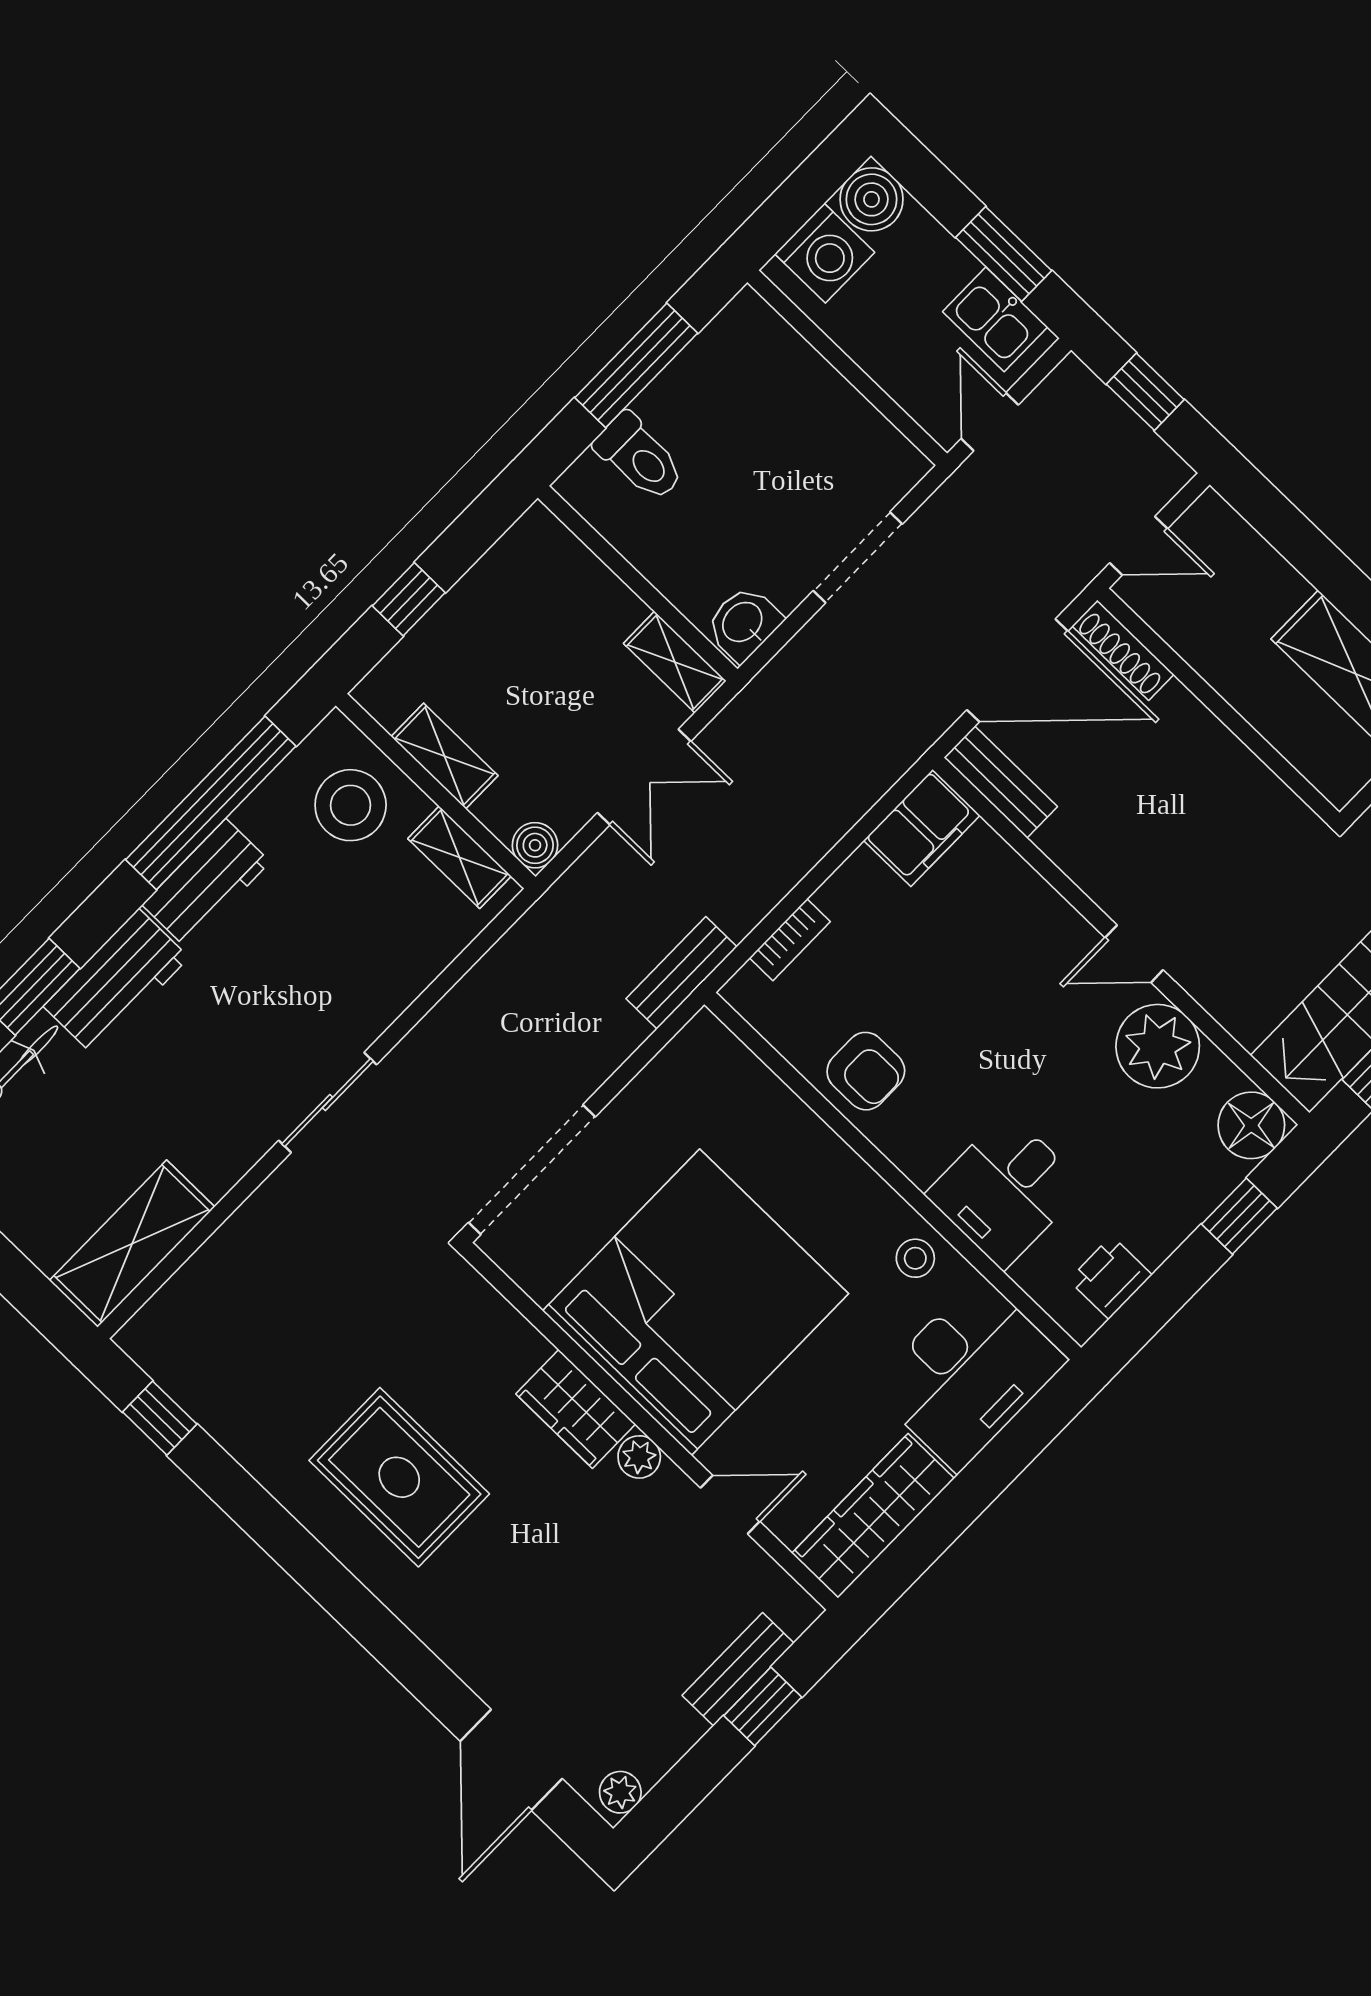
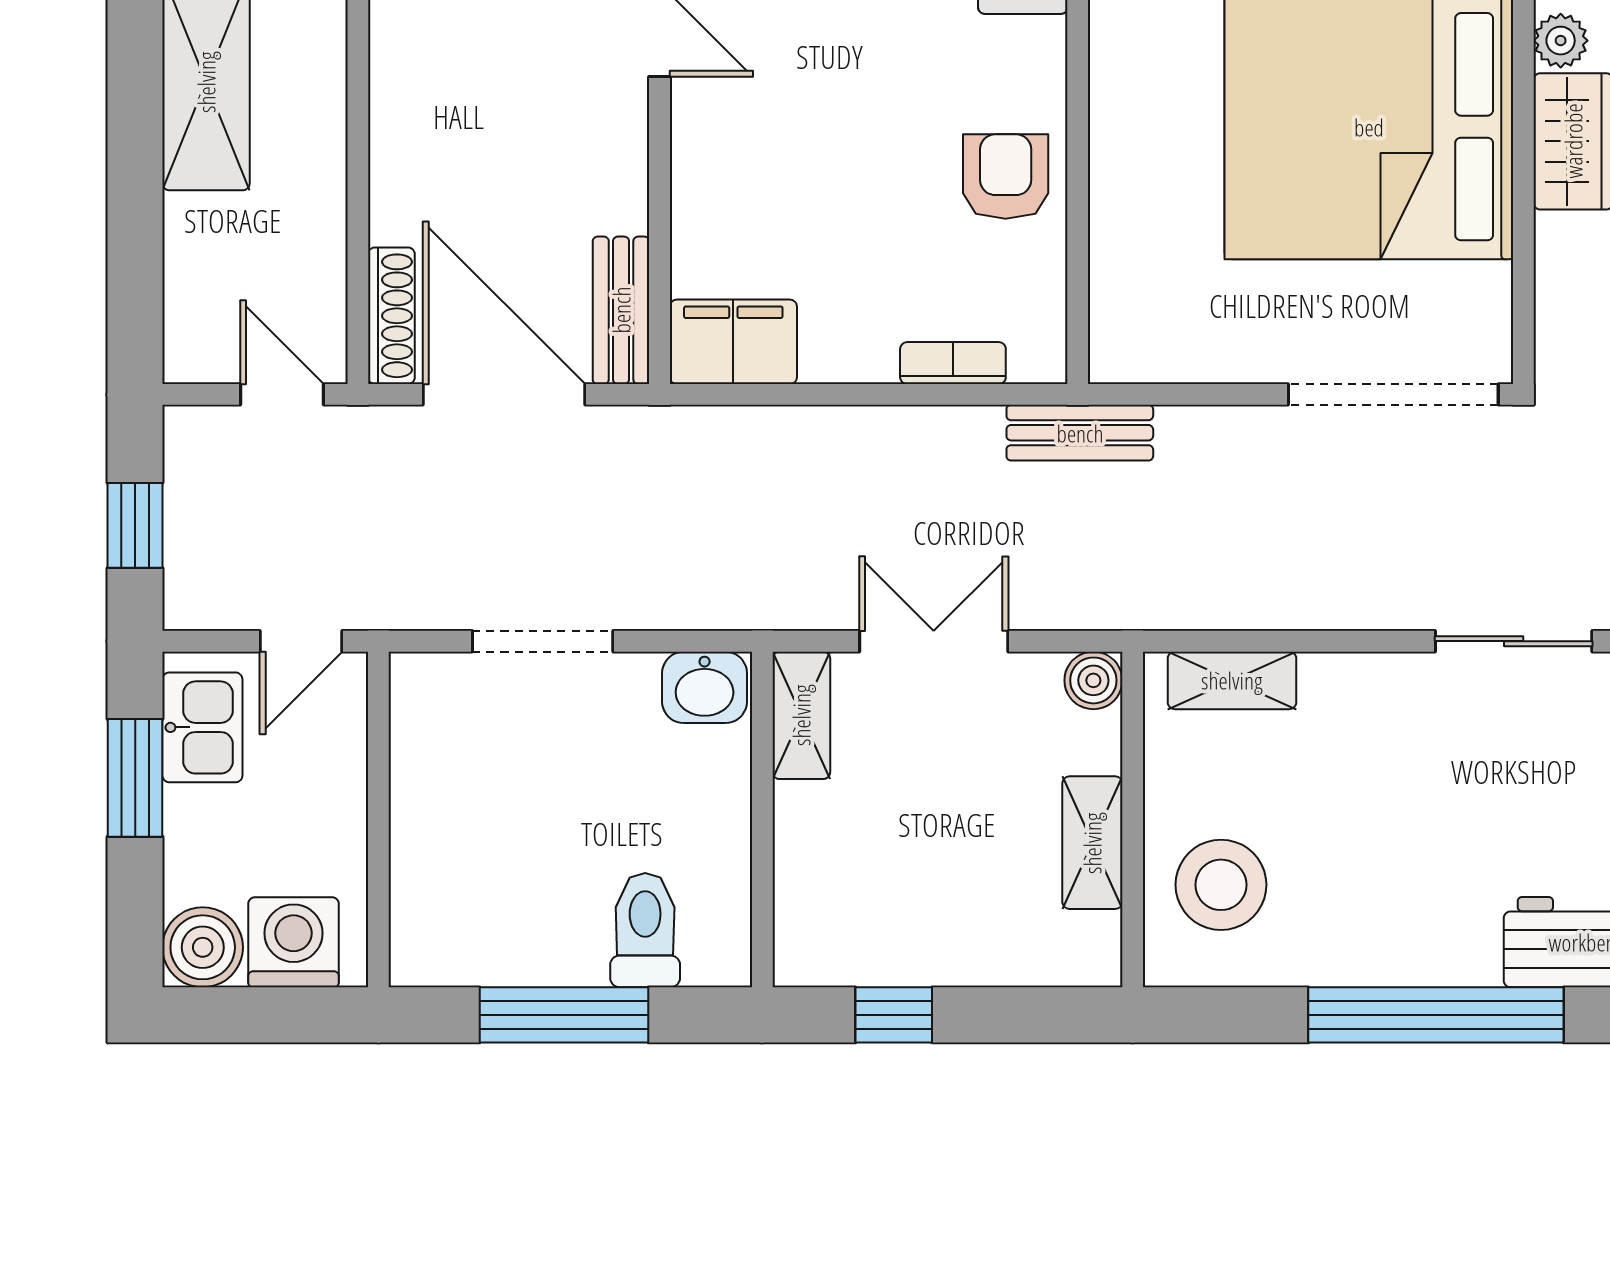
window: (409, 599) -> (894, 1015), moved
window: (211, 803) -> (1436, 1015), moved
shelving: (459, 857) -> (1232, 680), moved, turned 90
workbench: (206, 883) -> (1421, 948), removed

